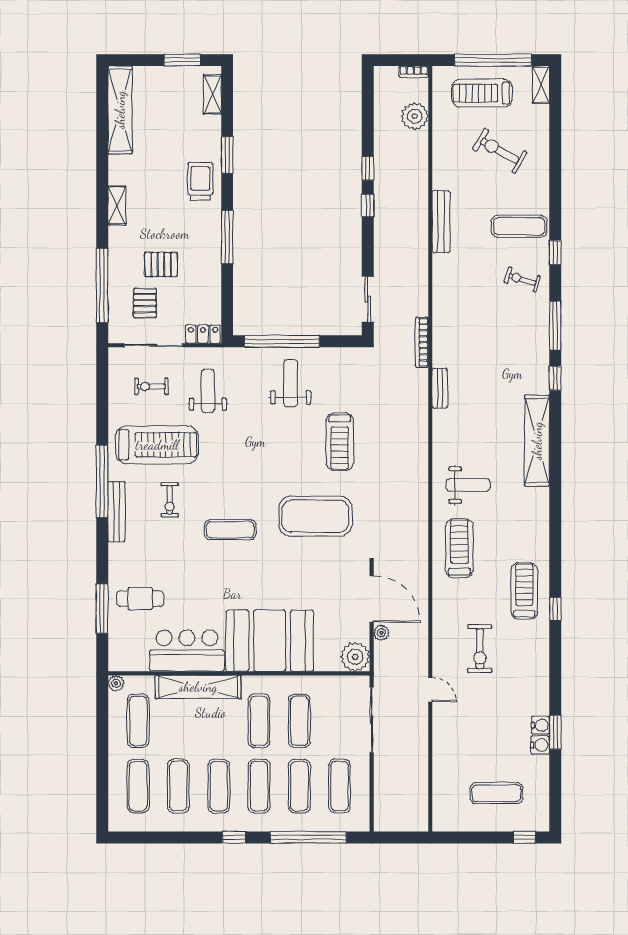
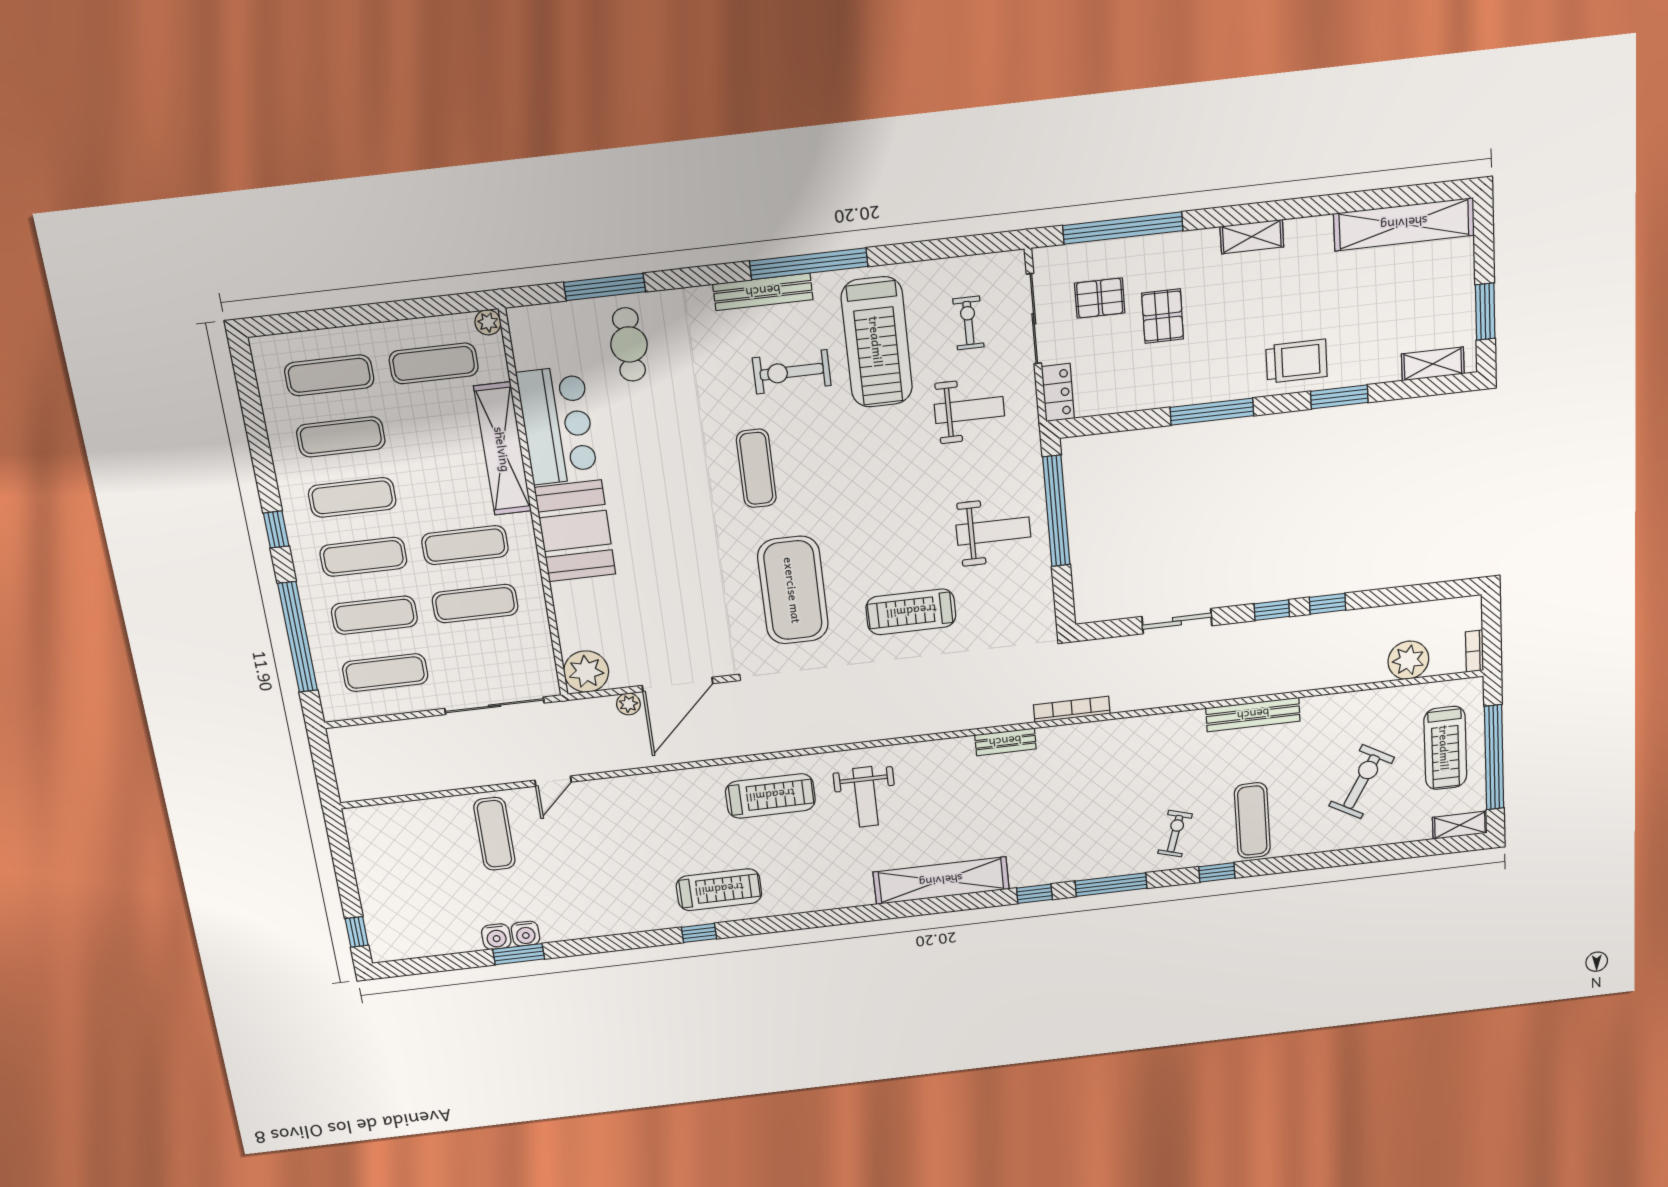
treadmill: (482, 93) -> (1445, 748), turned 180
sliding door: (368, 299) -> (1177, 621), moved
exercise bike: (170, 500) -> (792, 372), width x1.38, depth x1.39
booth: (270, 641) -> (575, 531), width x0.73, depth x0.70
exercise bike: (480, 649) -> (625, 841), removed
exercise mat: (497, 793) -> (494, 834), moved

